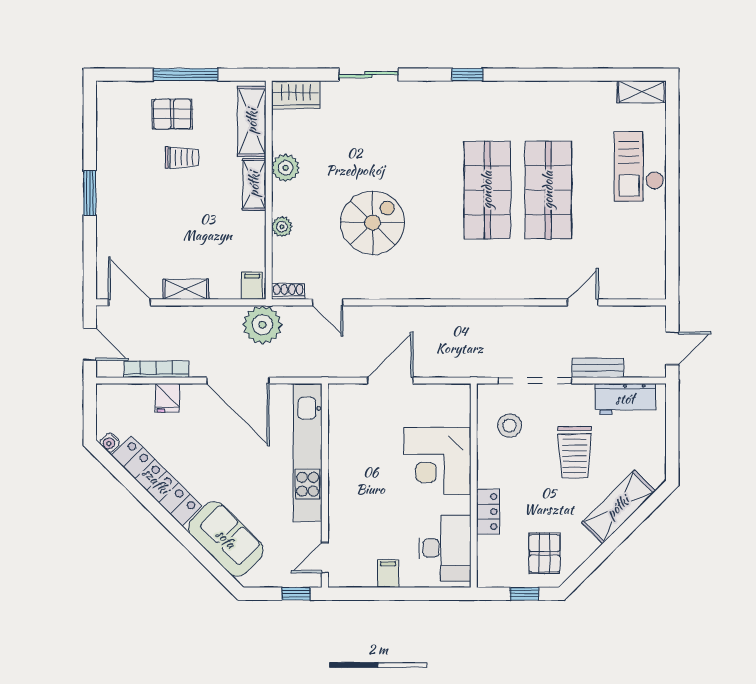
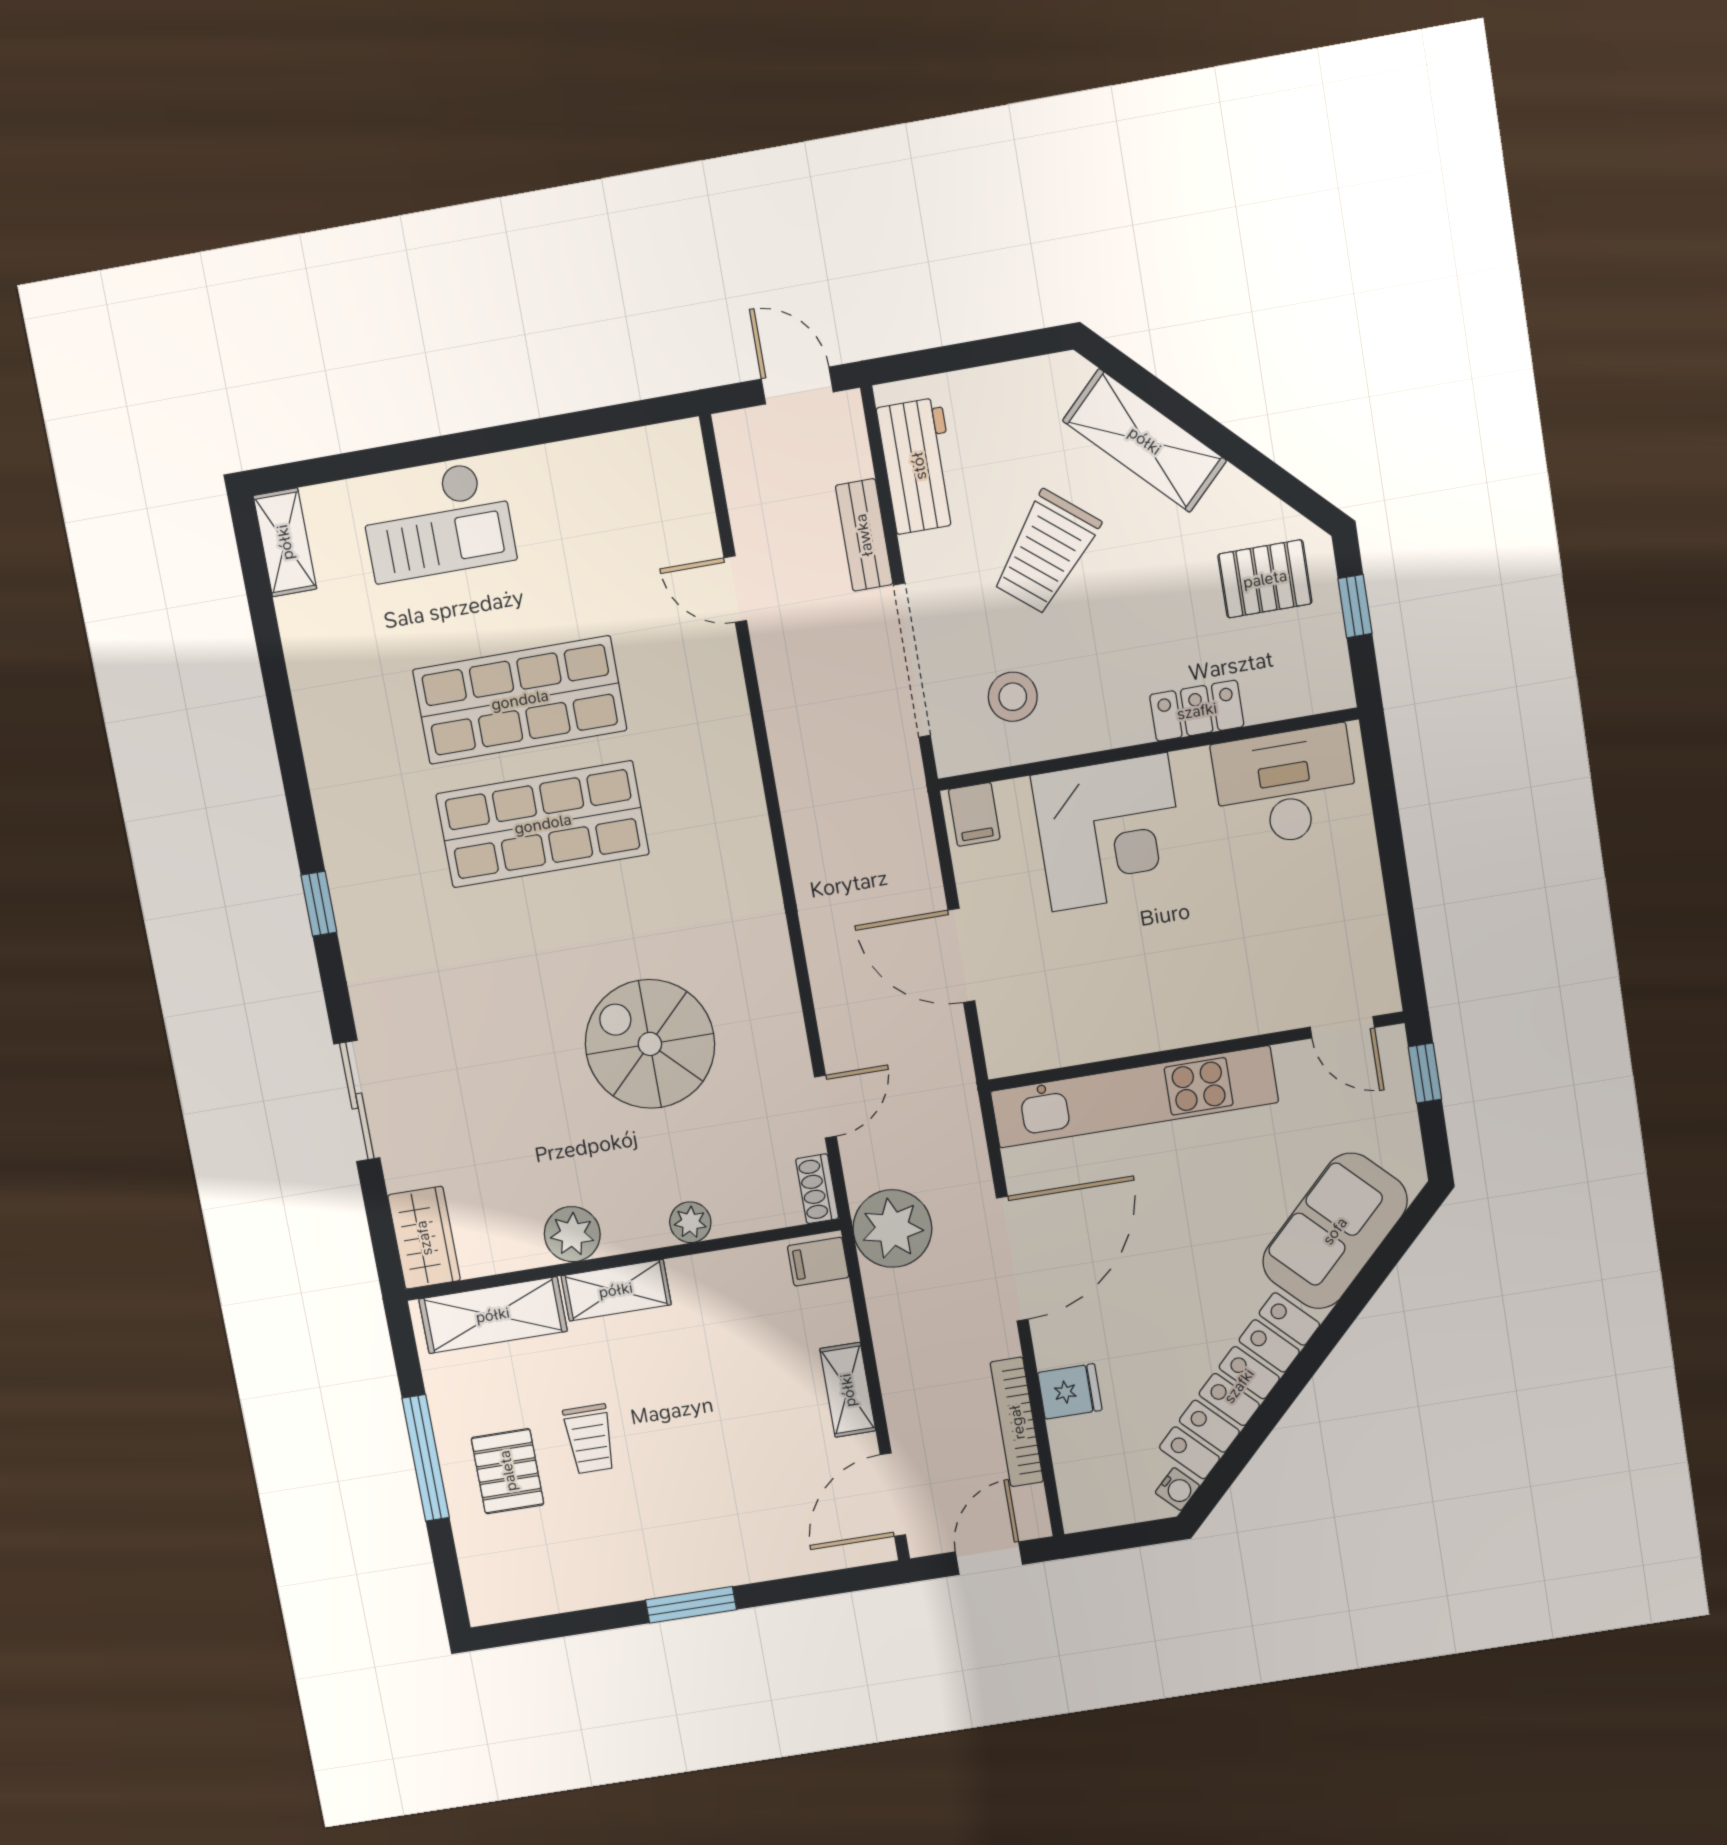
trolley: (182, 158) -> (590, 1439), turned 180
trolley: (575, 452) -> (1046, 552), turned 129
filing cabinet: (388, 574) -> (974, 814), moved, turned -90

